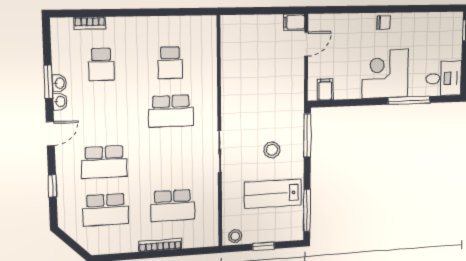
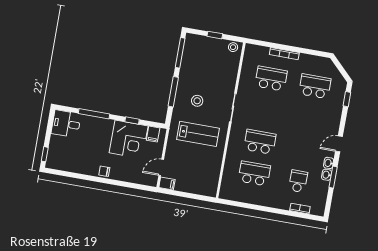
school desk: (170, 63) -> (254, 173), width x1.85
corner desk: (385, 74) -> (129, 139), moved
window: (357, 102) -> (132, 120), added
window: (307, 135) -> (173, 92), moved
school desk: (104, 162) -> (309, 118), removed
window: (52, 186) -> (347, 99), moved
lab bench: (273, 194) -> (198, 134), moved

